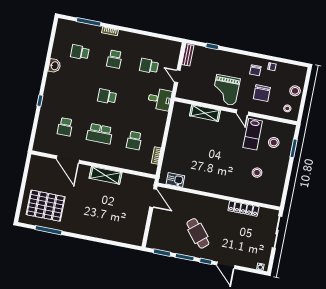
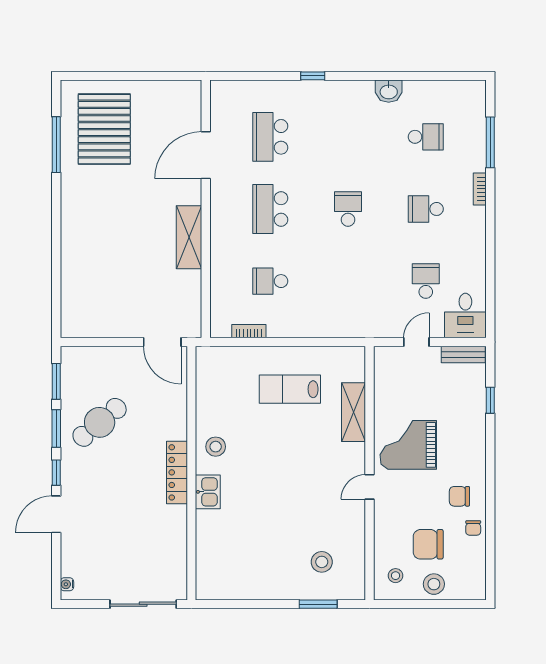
school desk: (80, 52) -> (426, 137), turned 90
chair: (262, 93) -> (428, 544), moved
desk: (160, 99) -> (465, 316), moved
school desk: (65, 127) -> (270, 137), width x1.85
lab bench: (253, 134) -> (290, 389), moved
stool: (257, 173) -> (216, 447), moved
kitchen sink: (175, 180) -> (208, 492), moved
door: (153, 198) -> (162, 342), hinge flipped
locker: (243, 209) -> (177, 472), moved
cafe table: (198, 233) -> (100, 422), moved

